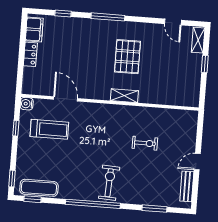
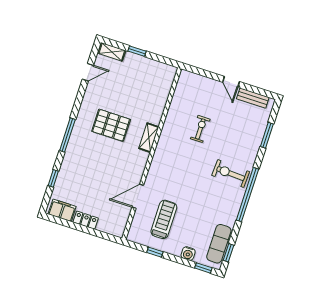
water cooler: (27, 104) -> (188, 254), moved

